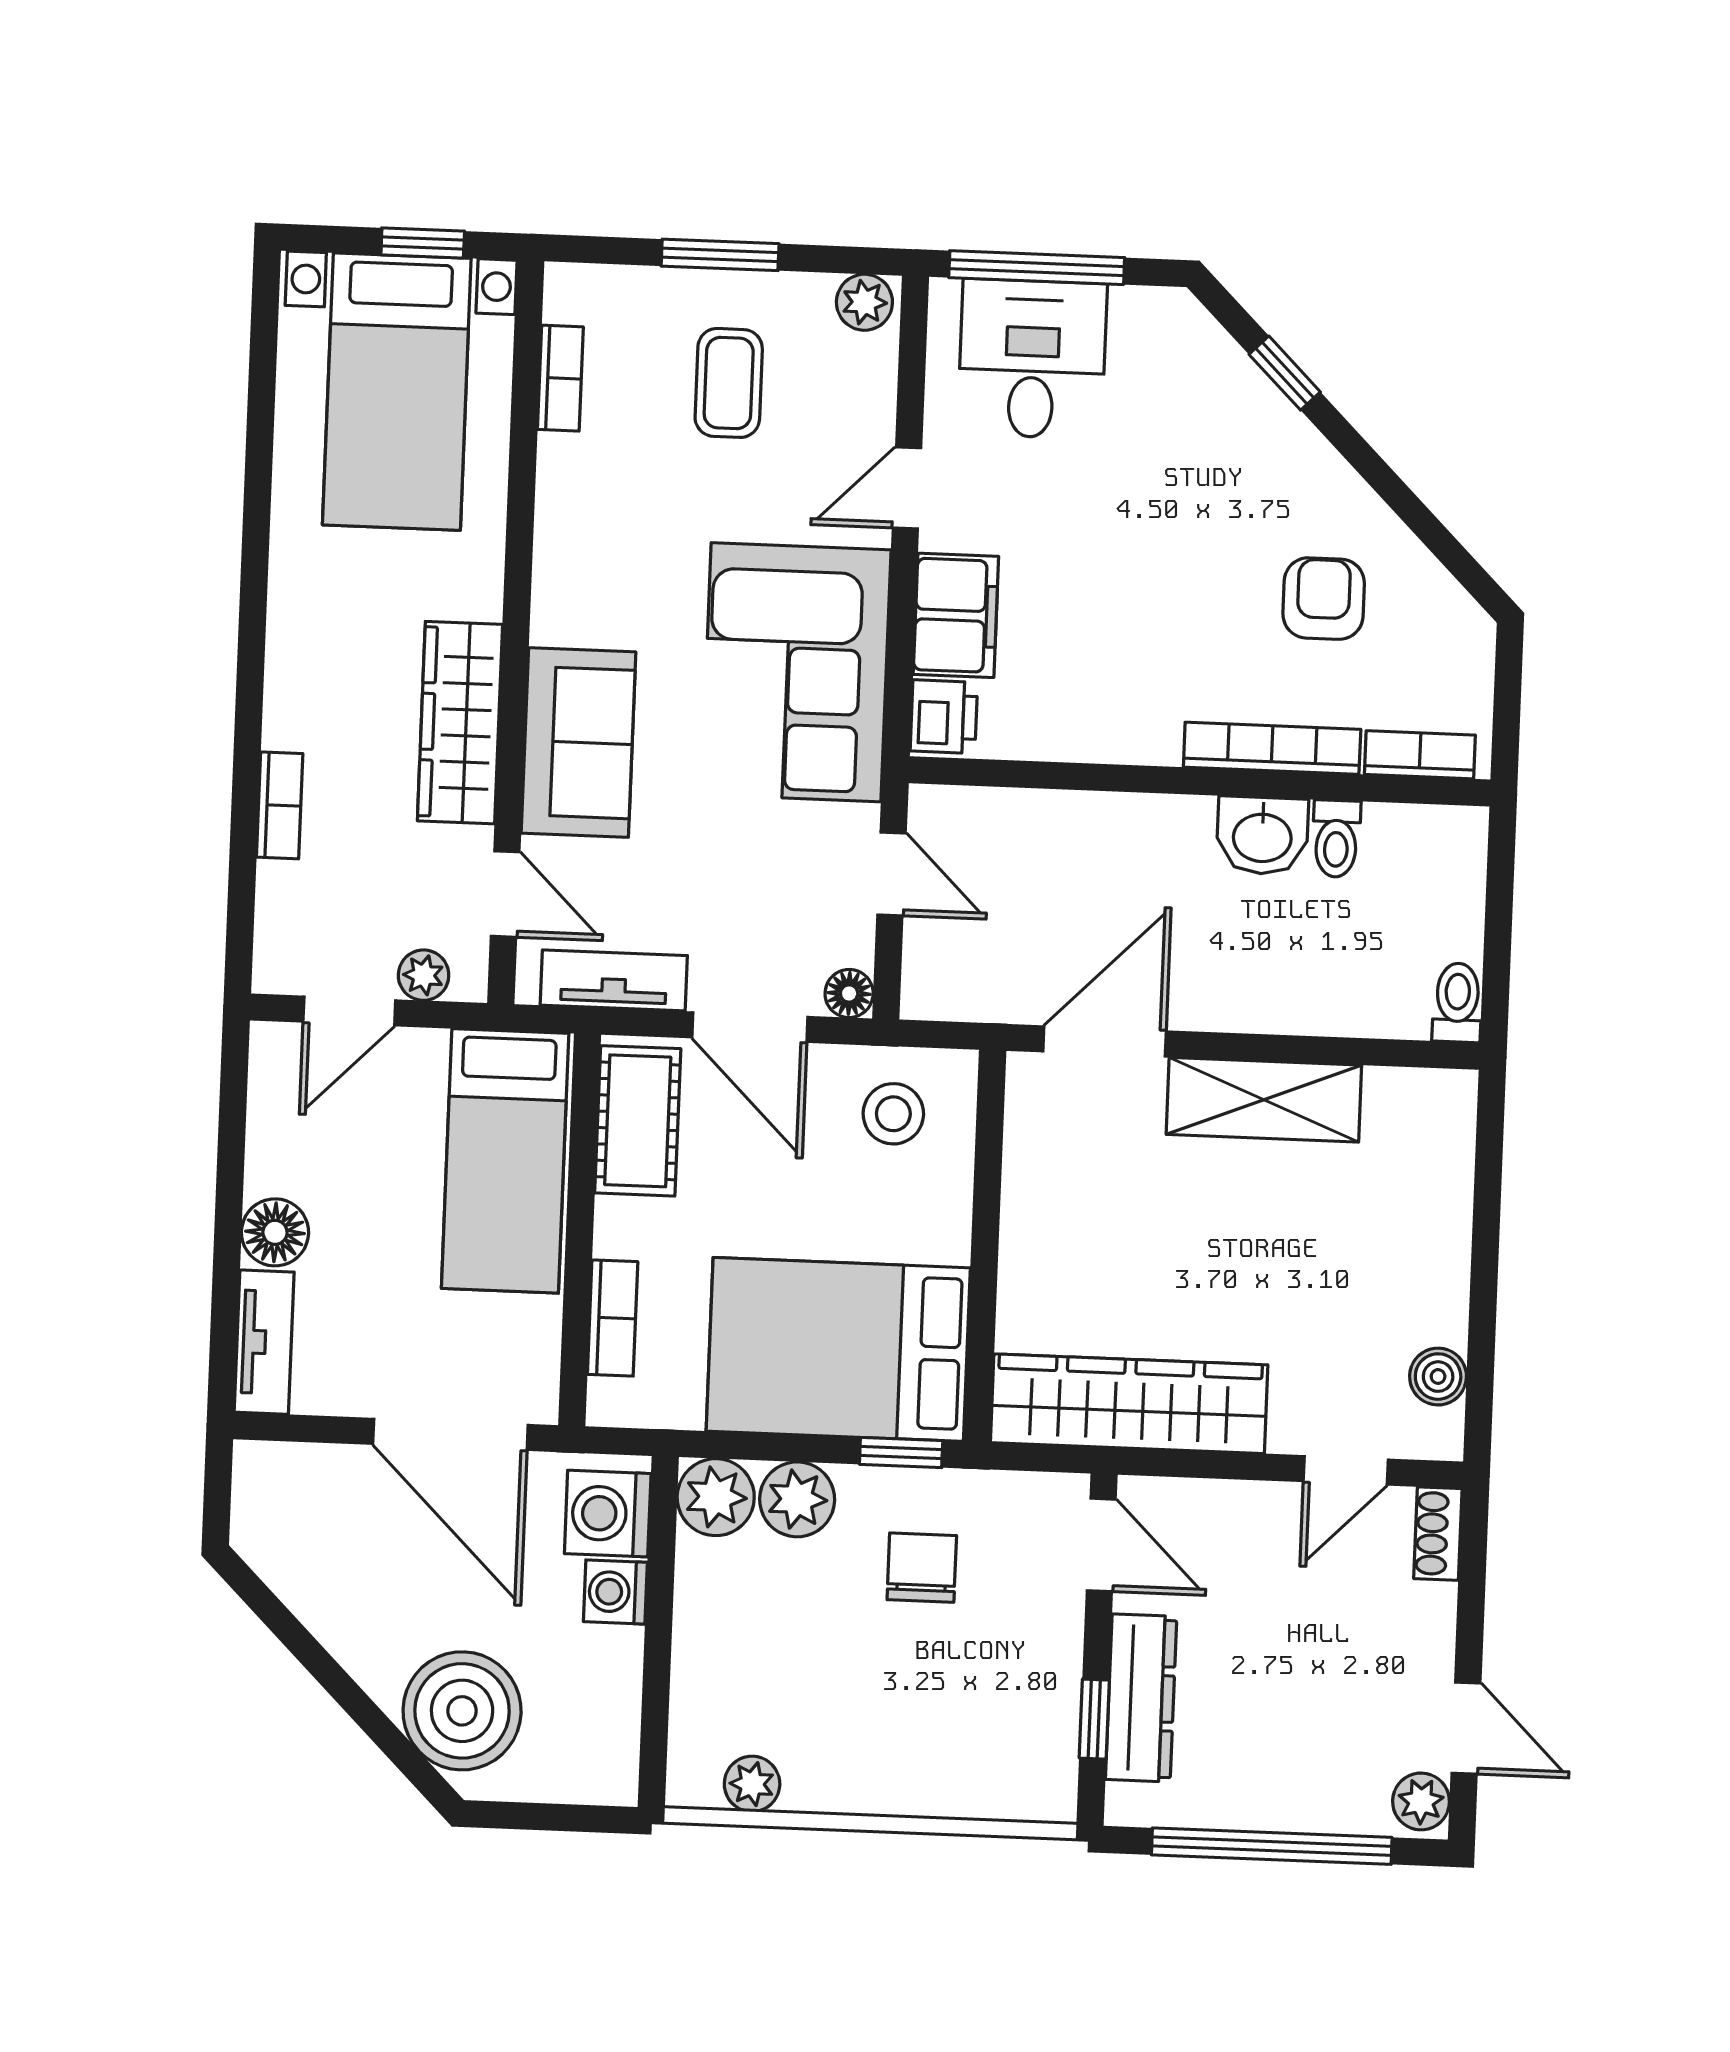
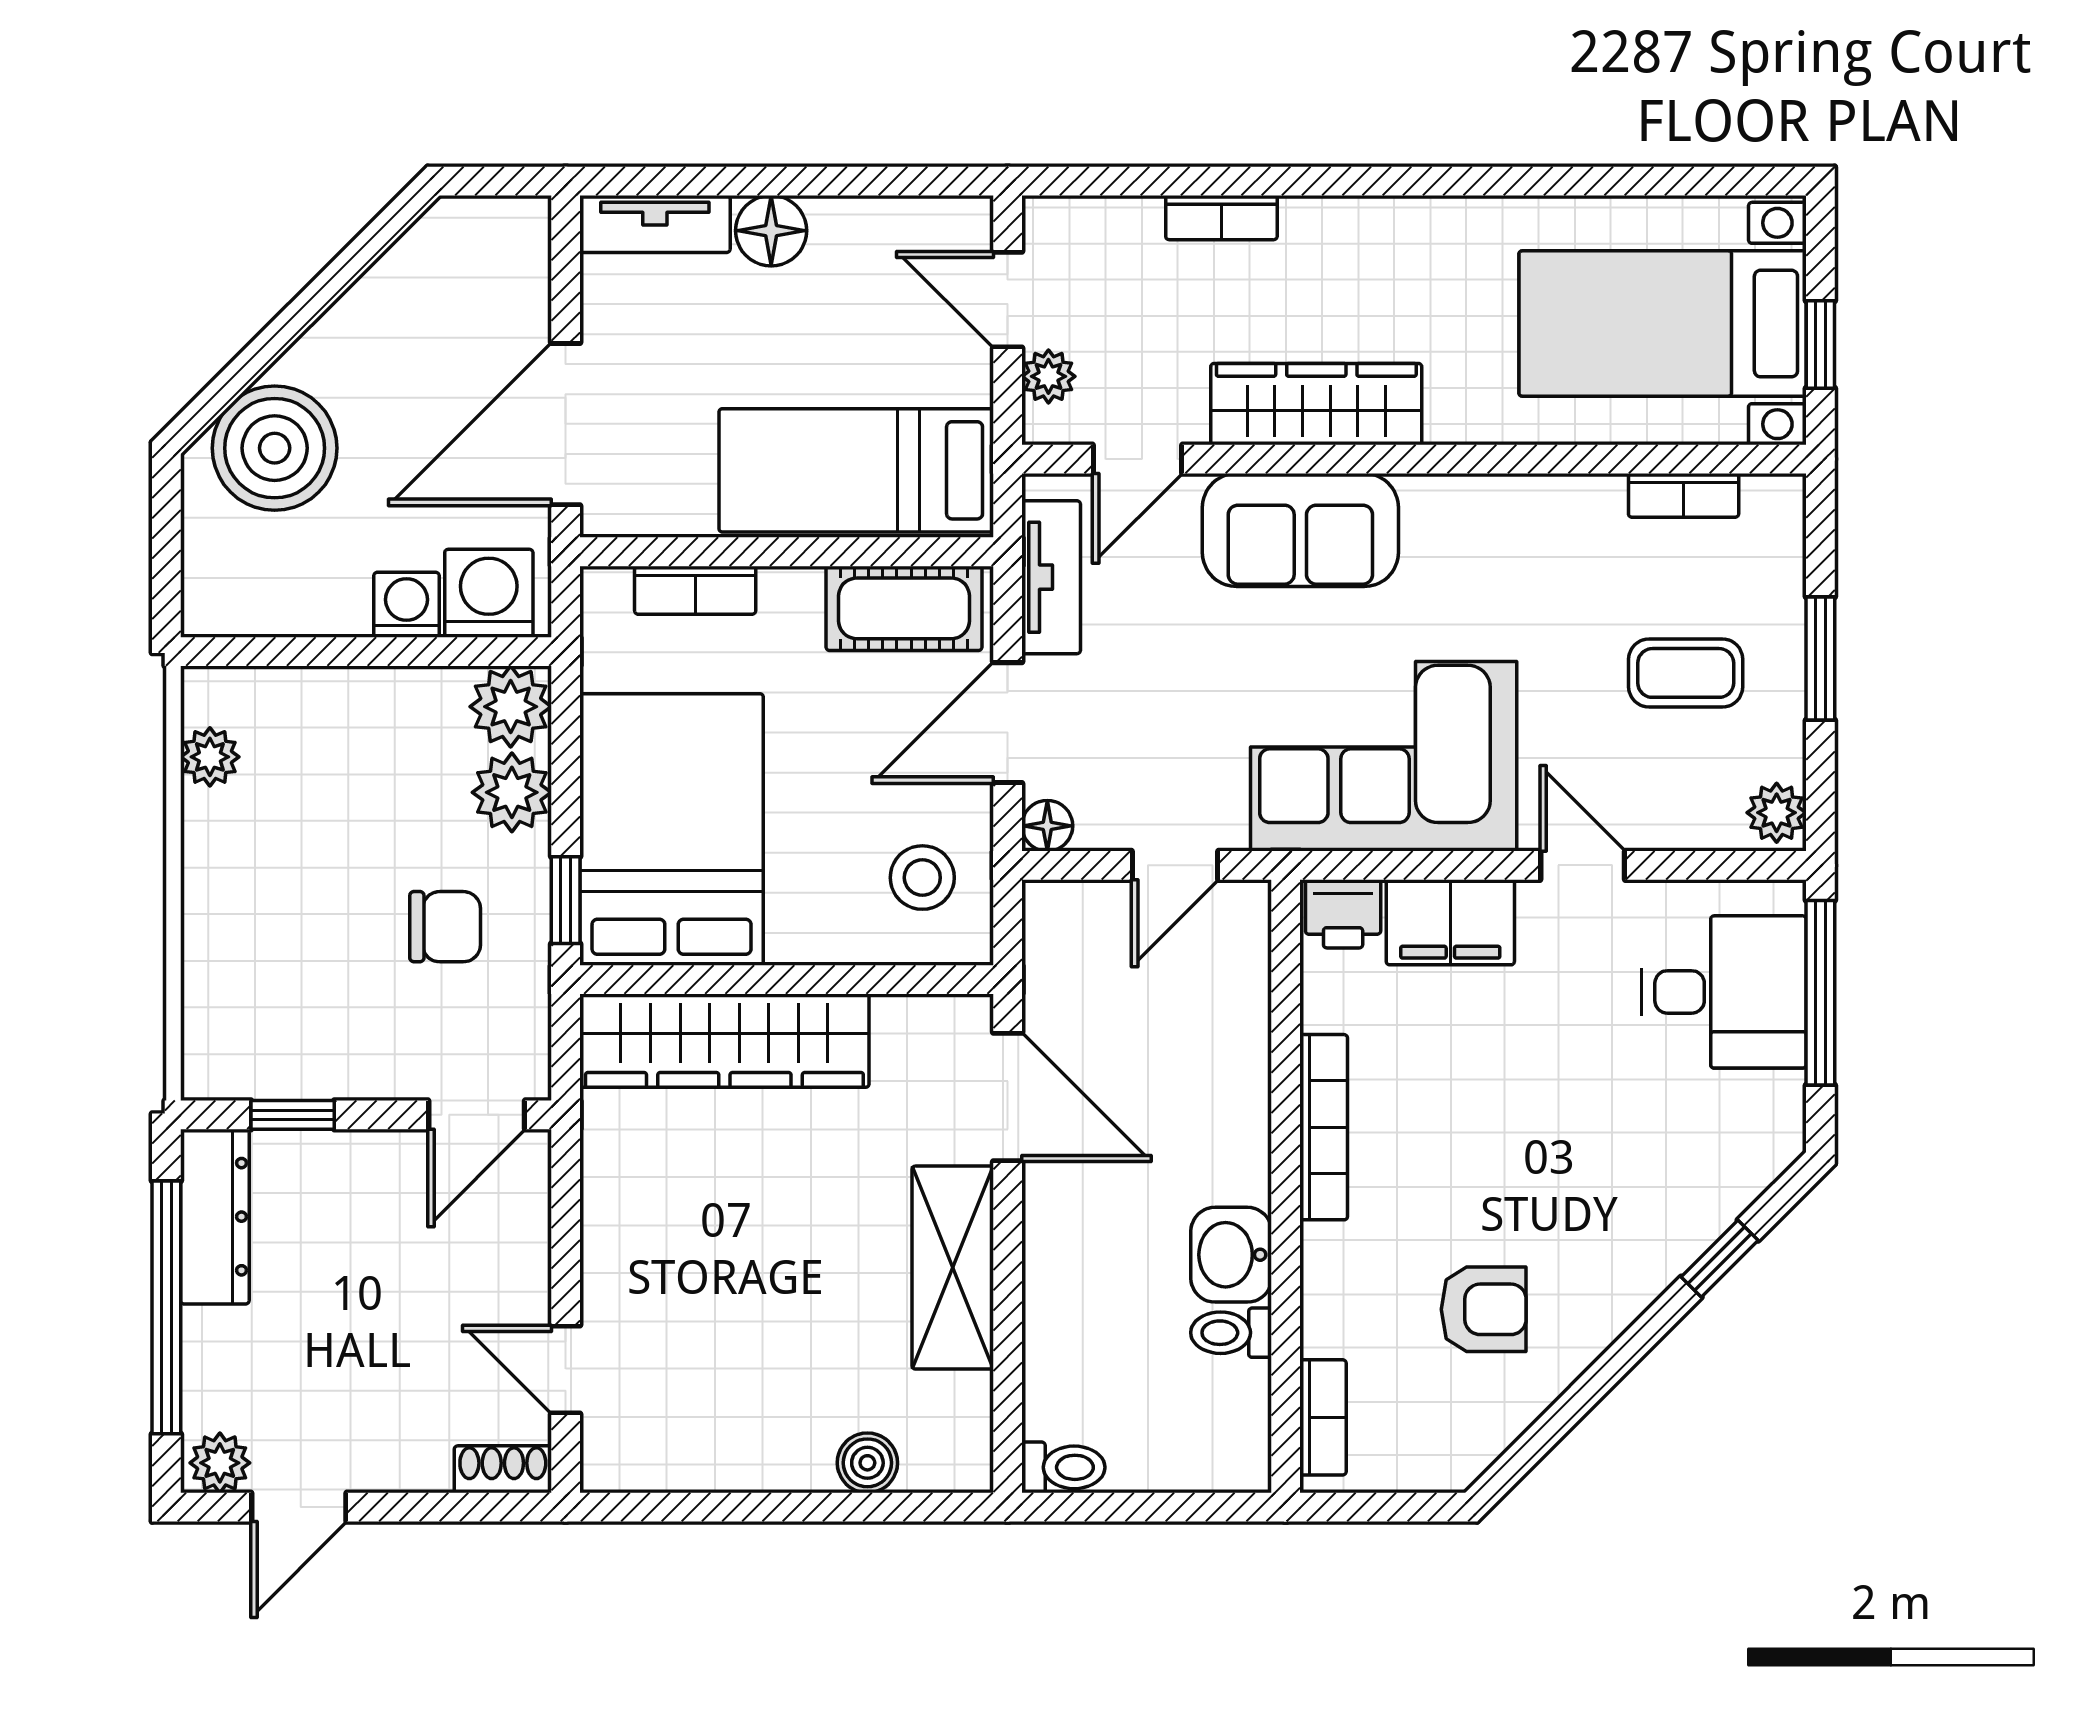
bookcase: (1272, 748) -> (1324, 1127), moved
boiler: (1438, 1377) -> (867, 1463), moved
wardrobe: (1129, 1404) -> (724, 1041), moved, turned 90
dresser: (1141, 1698) -> (215, 1217), moved, turned -90

